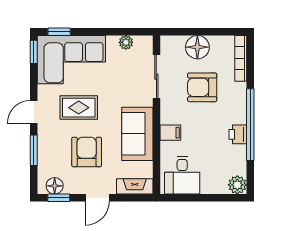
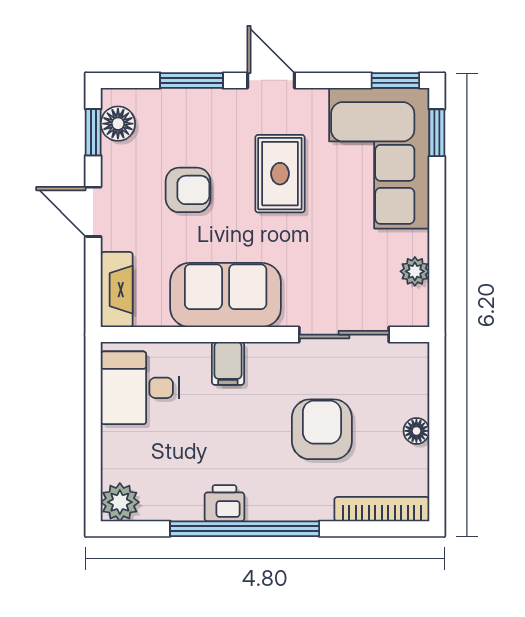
floor lamp: (197, 47) -> (416, 431), width x0.53, depth x0.53
armchair: (87, 152) -> (188, 190), width x0.72, depth x0.72

